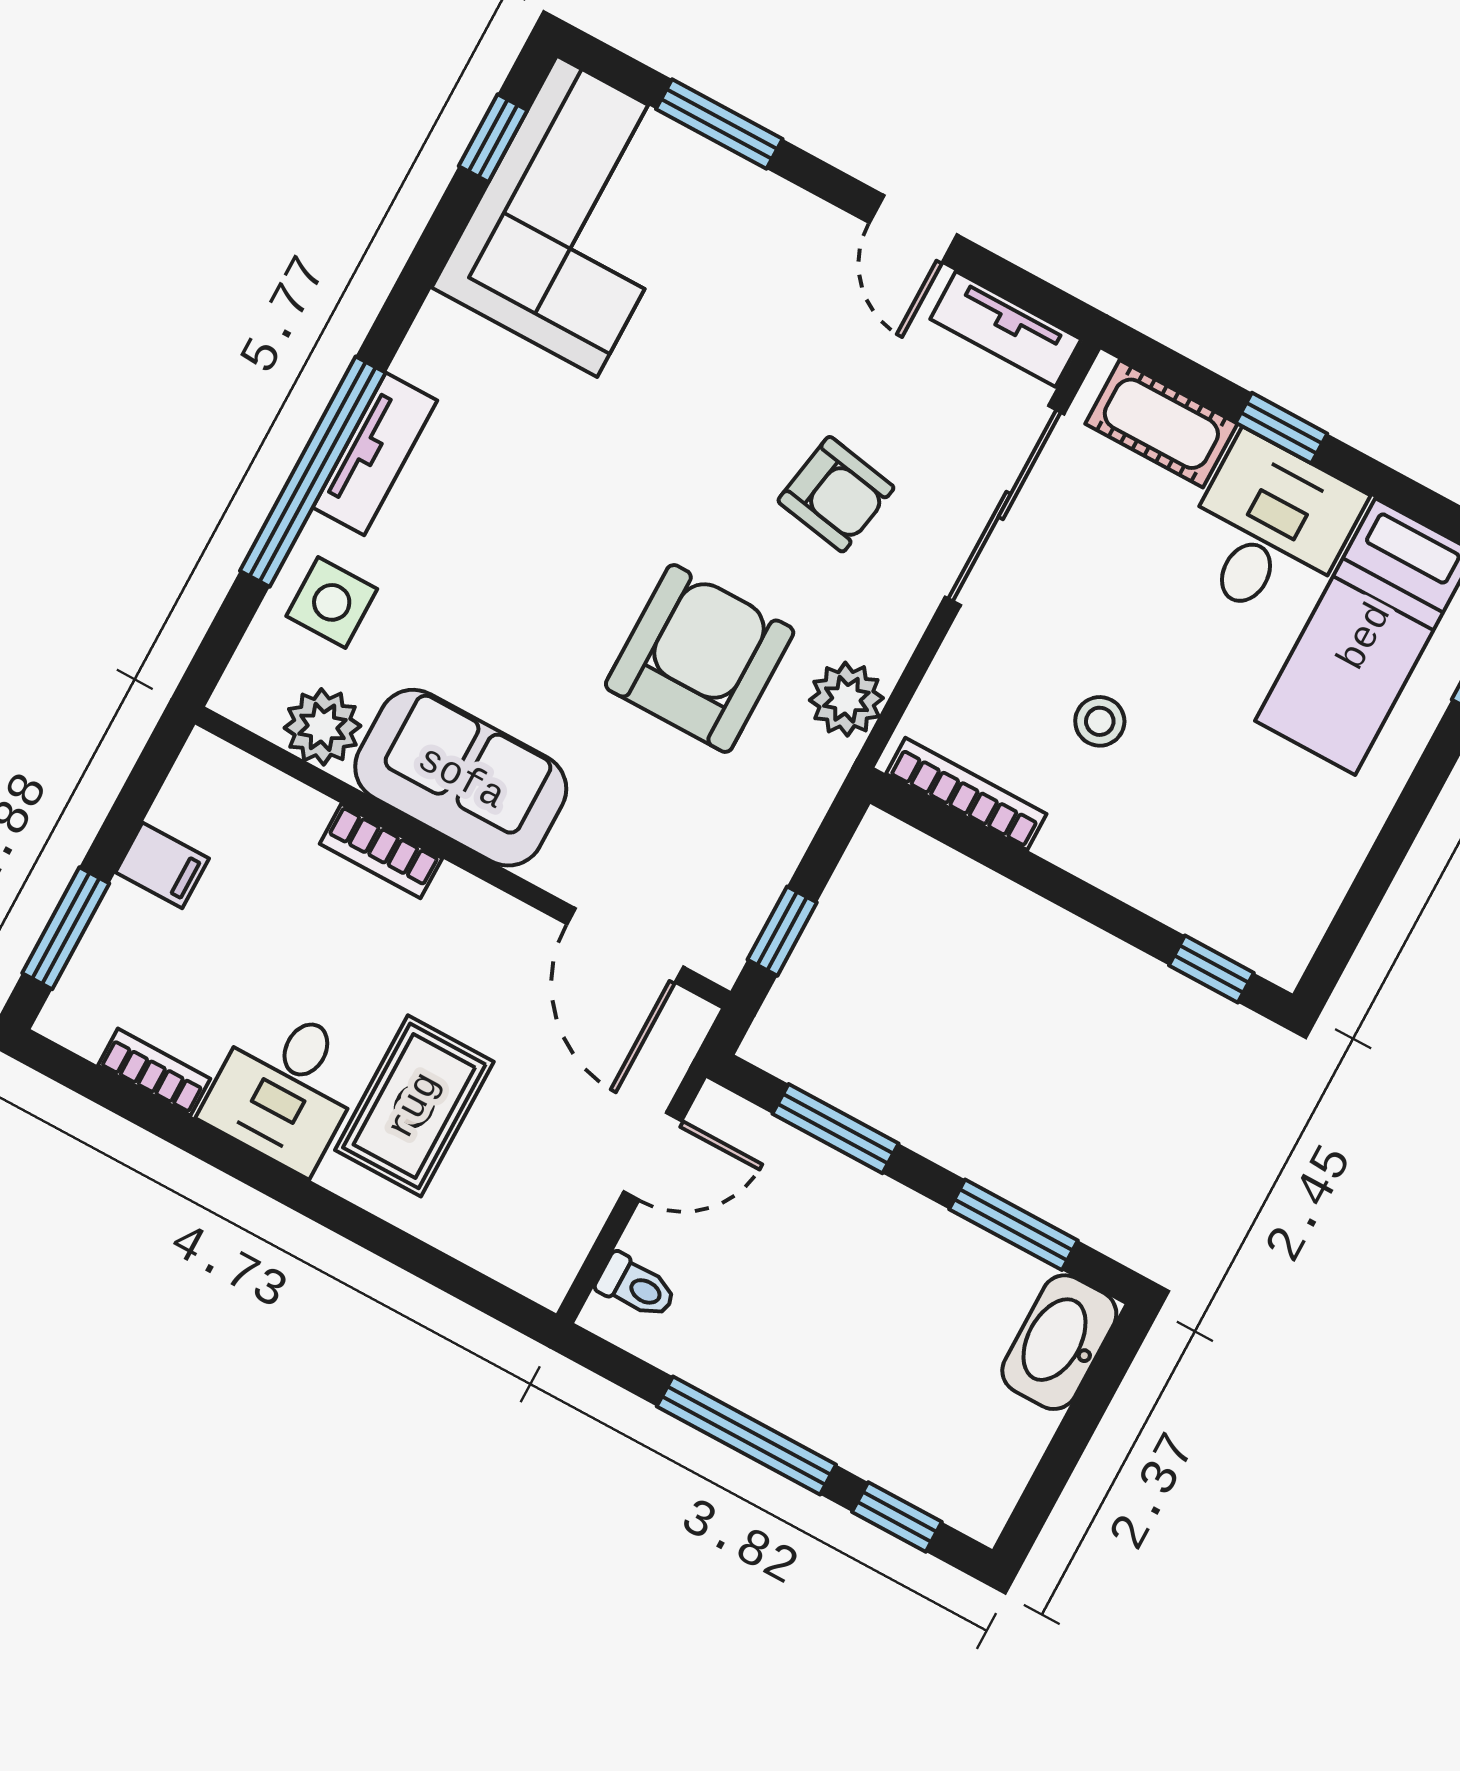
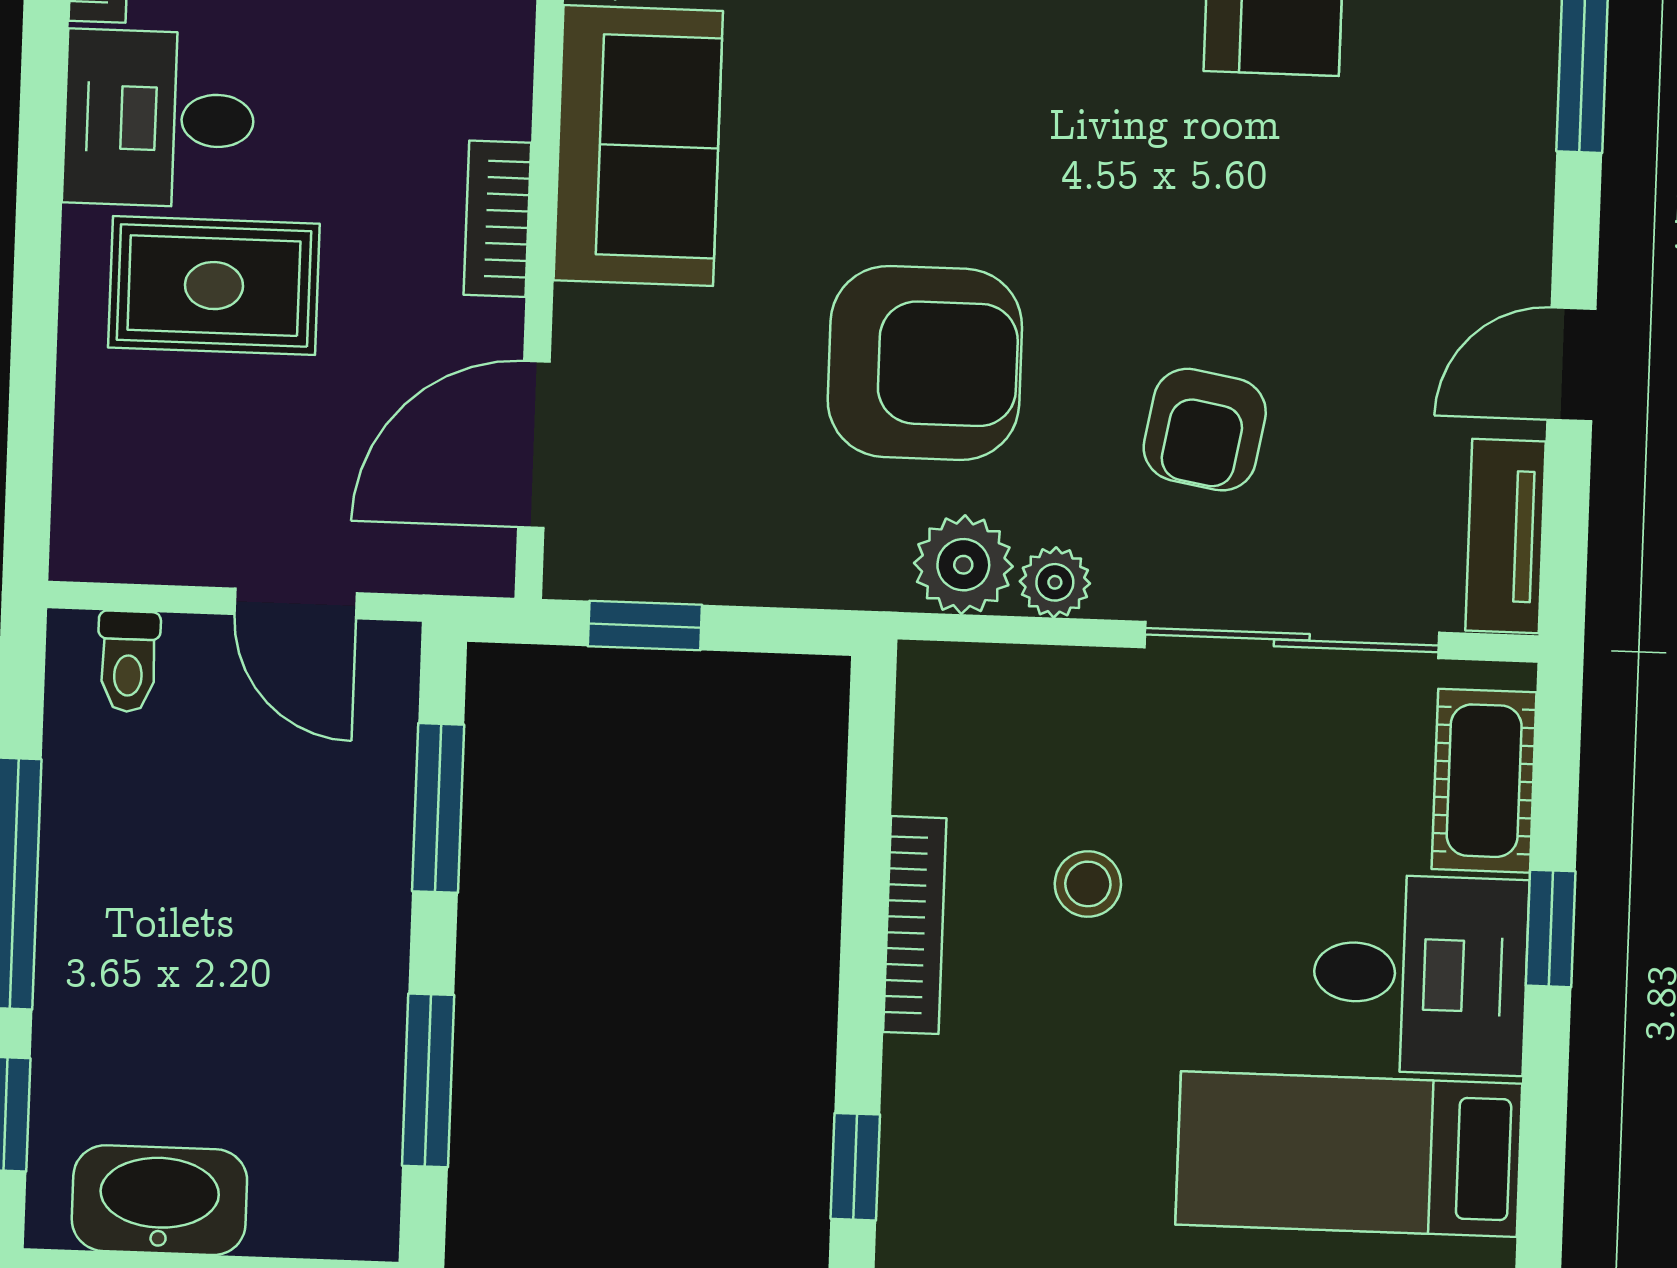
plant: (888, 644) -> (1055, 582), added
bookcase: (966, 794) -> (915, 925), moved
bookcase: (381, 851) -> (497, 219), moved
washbasin: (1059, 1342) -> (159, 1200), moved

